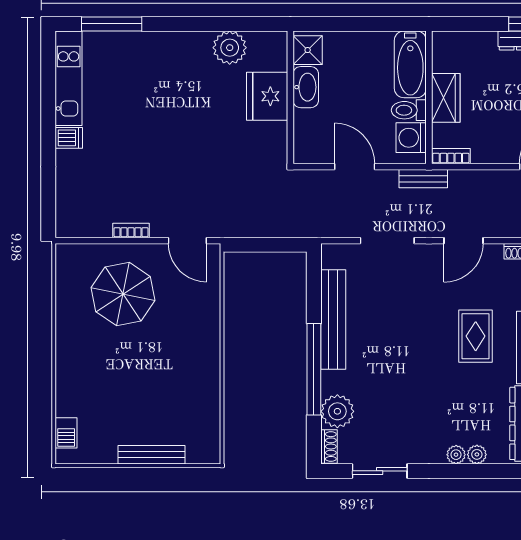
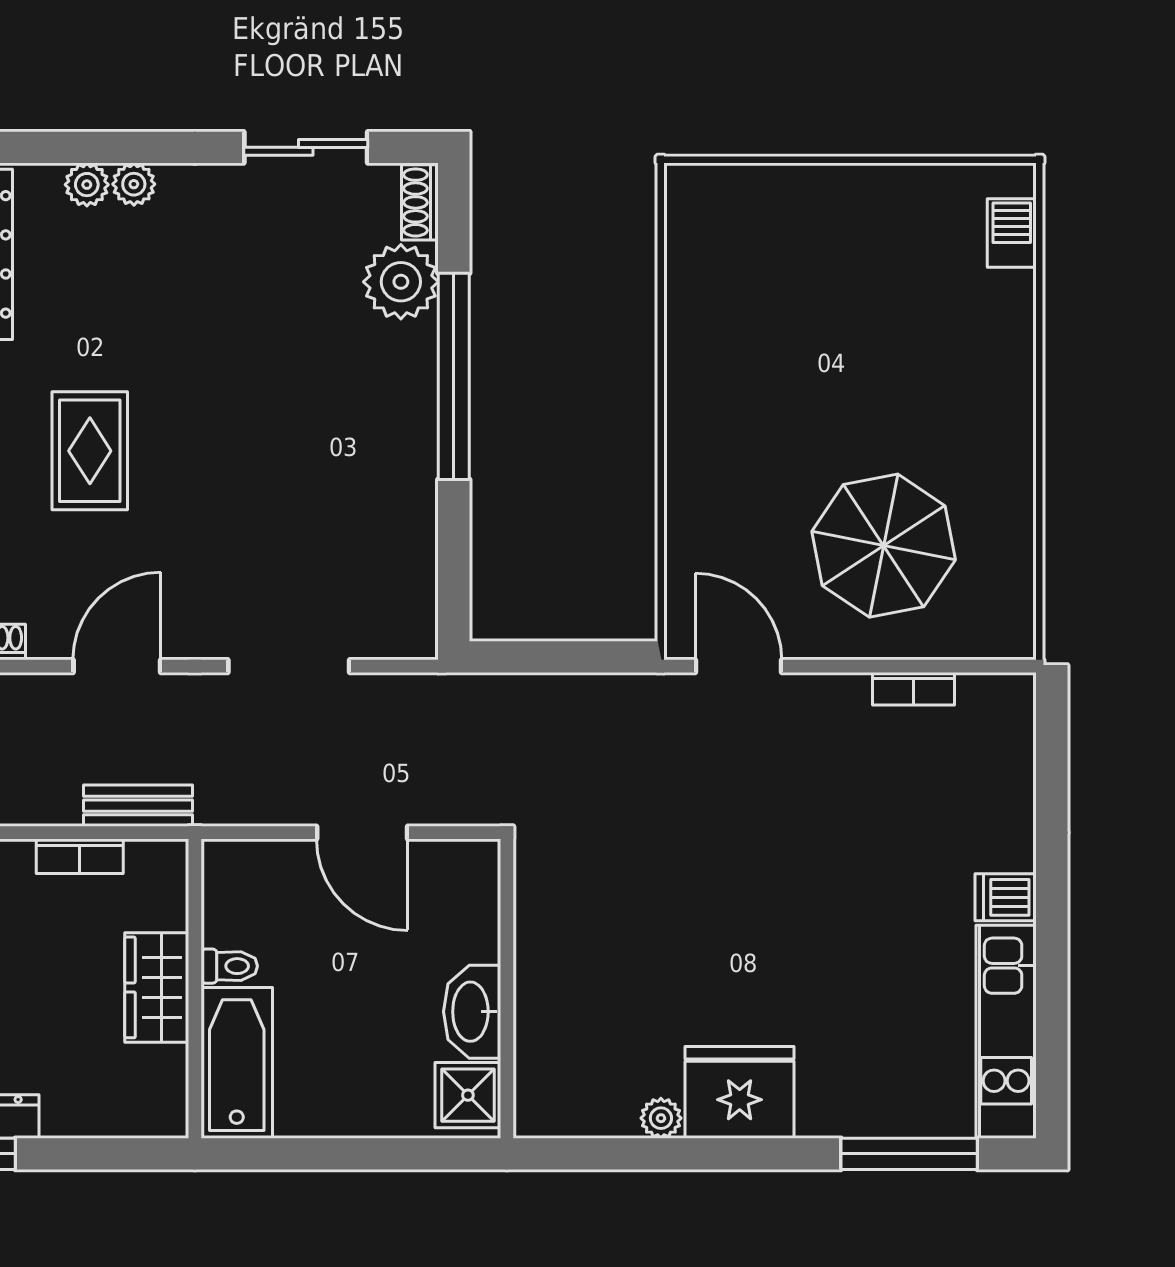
plant: (230, 48) -> (661, 1118), width x0.53, depth x0.53
fridge: (267, 96) -> (740, 1092), moved, turned -90
toilet: (409, 110) -> (229, 966), width x0.73, depth x0.72
washing machine: (411, 138) -> (235, 898), removed
bookcase: (451, 156) -> (80, 856), moved
bench: (423, 179) -> (138, 806), moved
bookcase: (131, 231) -> (913, 689), moved
bench: (333, 319) -> (410, 489), removed
bench: (151, 455) -> (819, 184), removed

